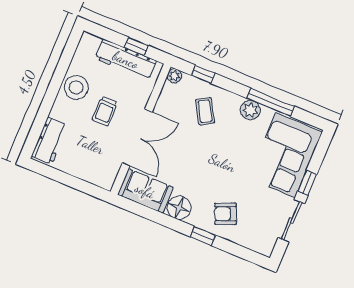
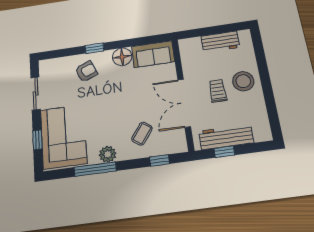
plant: (174, 76) -> (181, 147), removed
stool: (76, 87) -> (243, 81), moved
coffee table: (205, 111) -> (142, 134), turned 67
double door: (137, 137) -> (184, 103), moved
workbench: (50, 141) -> (220, 42), moved, turned -90
window: (307, 183) -> (37, 140), moved

